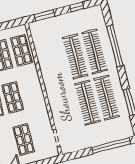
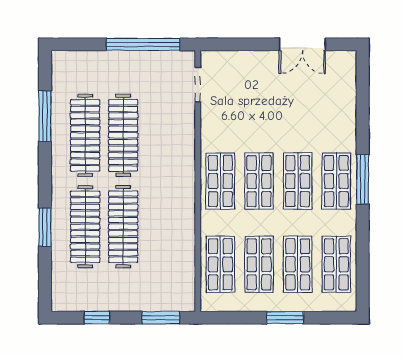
window: (115, 46) -> (45, 227), width x0.47
shop shelf: (24, 140) -> (220, 181), moved
window: (111, 146) -> (143, 44), moved

